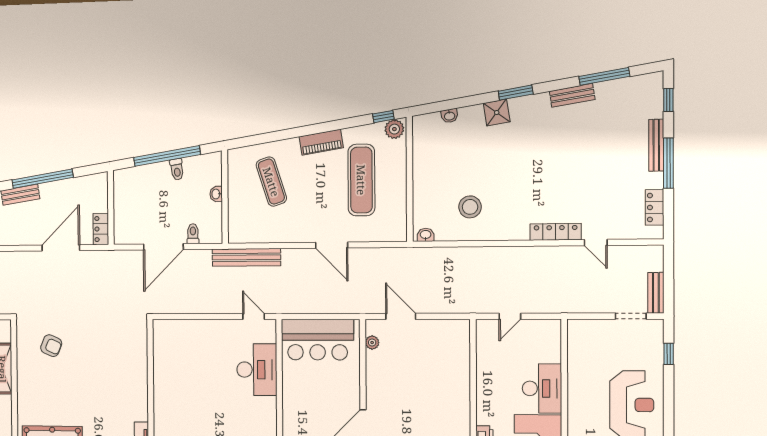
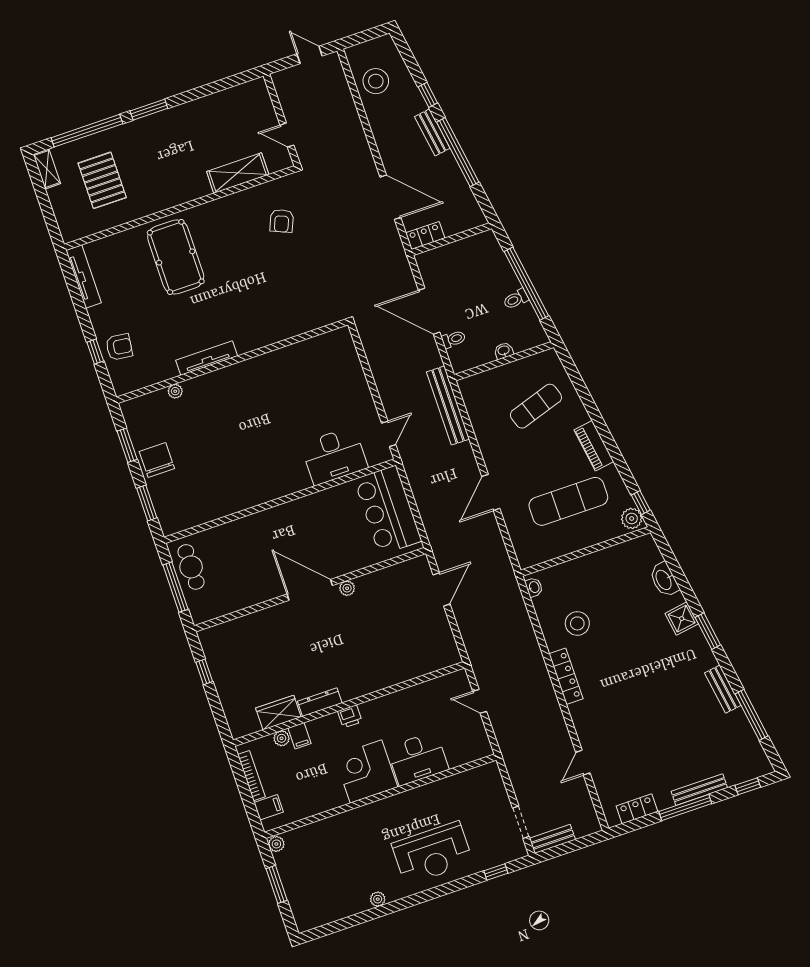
washbasin: (450, 116) -> (664, 580), width x1.91, depth x1.45
locker: (556, 232) -> (566, 676), moved
plant: (372, 343) -> (347, 588), moved

